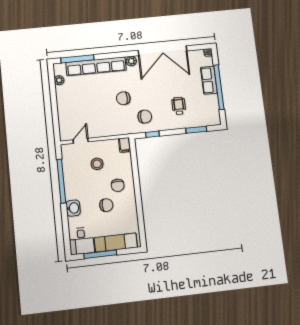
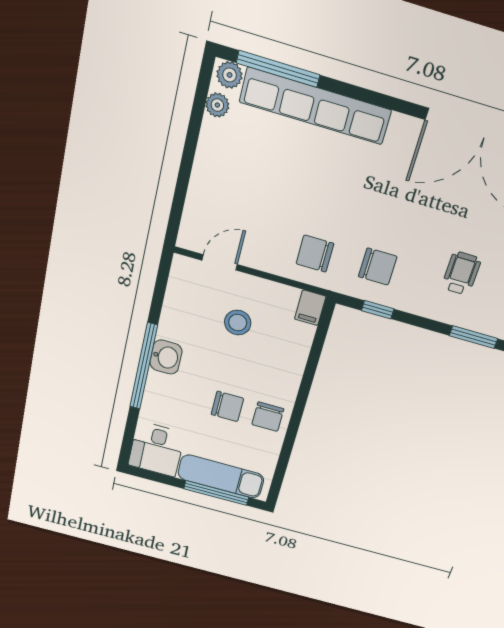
plant: (131, 61) -> (230, 75), moved
chair: (123, 98) -> (315, 254), moved
window: (61, 181) -> (144, 366), moved
chair: (118, 185) -> (268, 417), moved
washbasin: (73, 208) -> (166, 357), moved
window: (100, 254) -> (216, 493), moved

